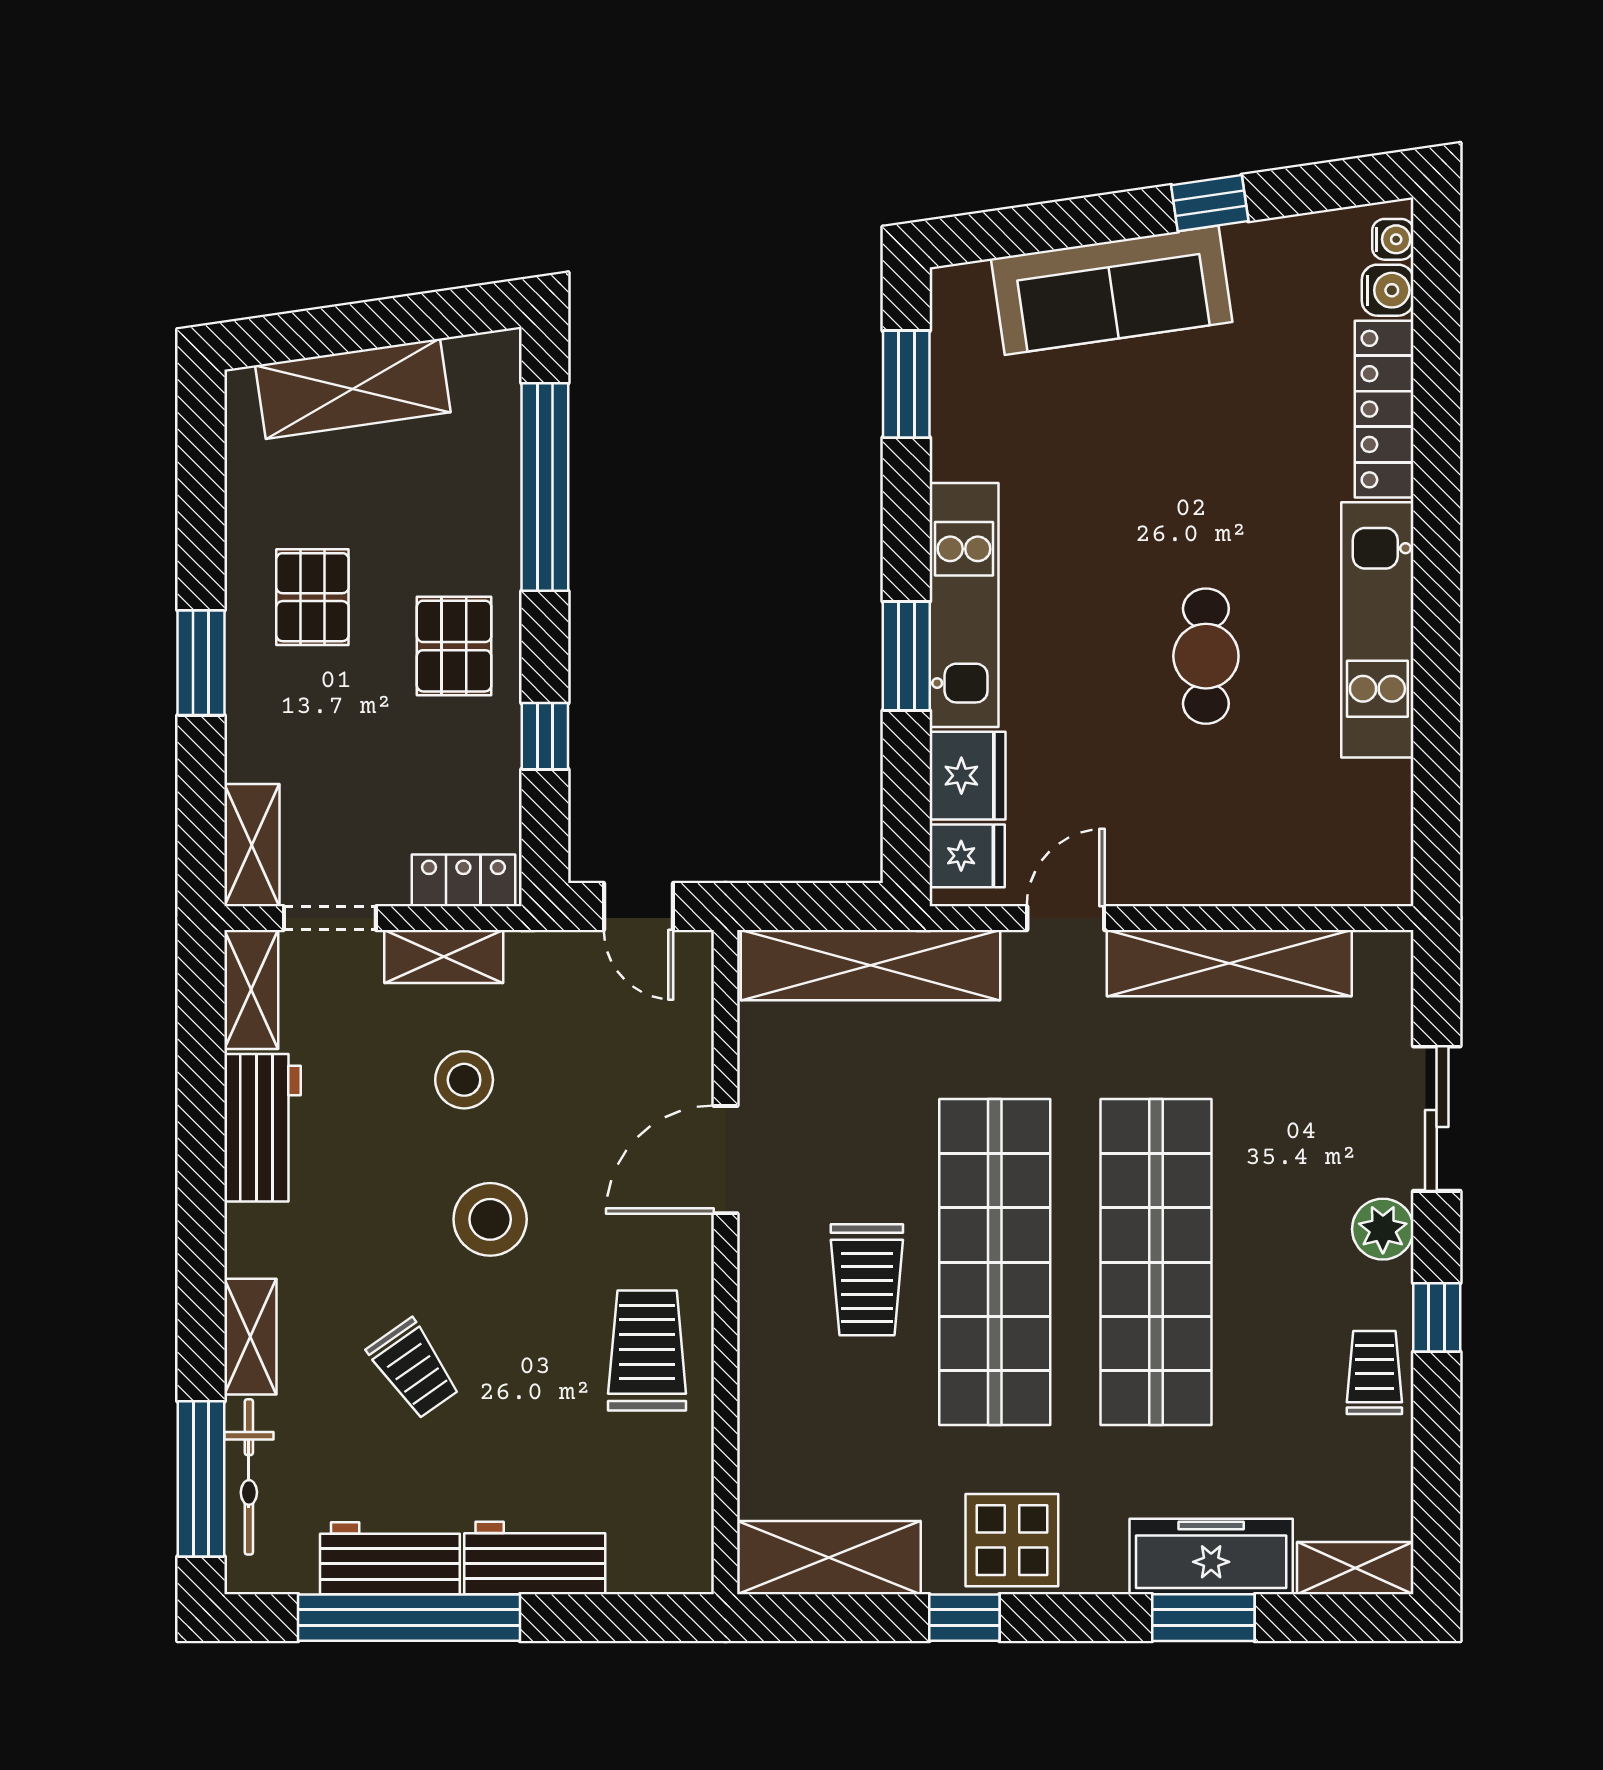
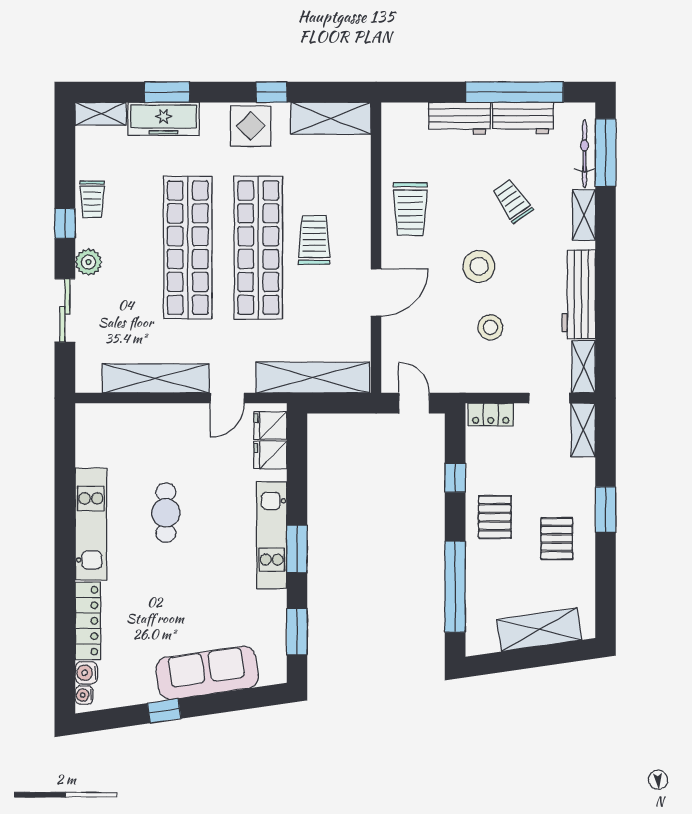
window: (906, 656) -> (297, 549), moved
fridge: (967, 776) -> (270, 455), width x0.72
shelving: (444, 956) -> (499, 381), removed
workbench: (262, 1128) -> (579, 294), width x1.38

